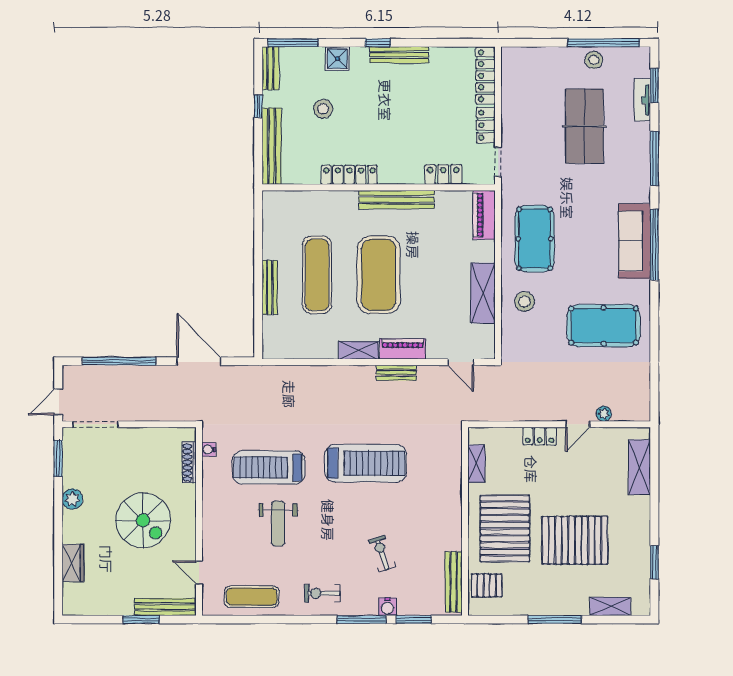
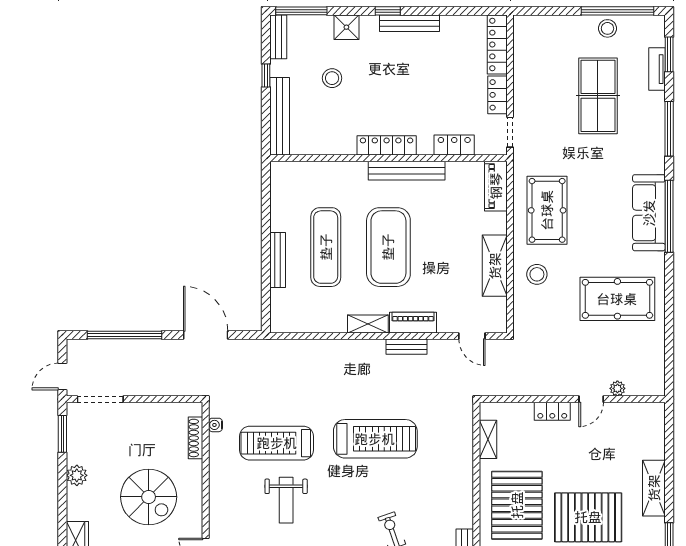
locker: (349, 175) -> (387, 145), moved
shelving: (639, 467) -> (654, 488), moved

